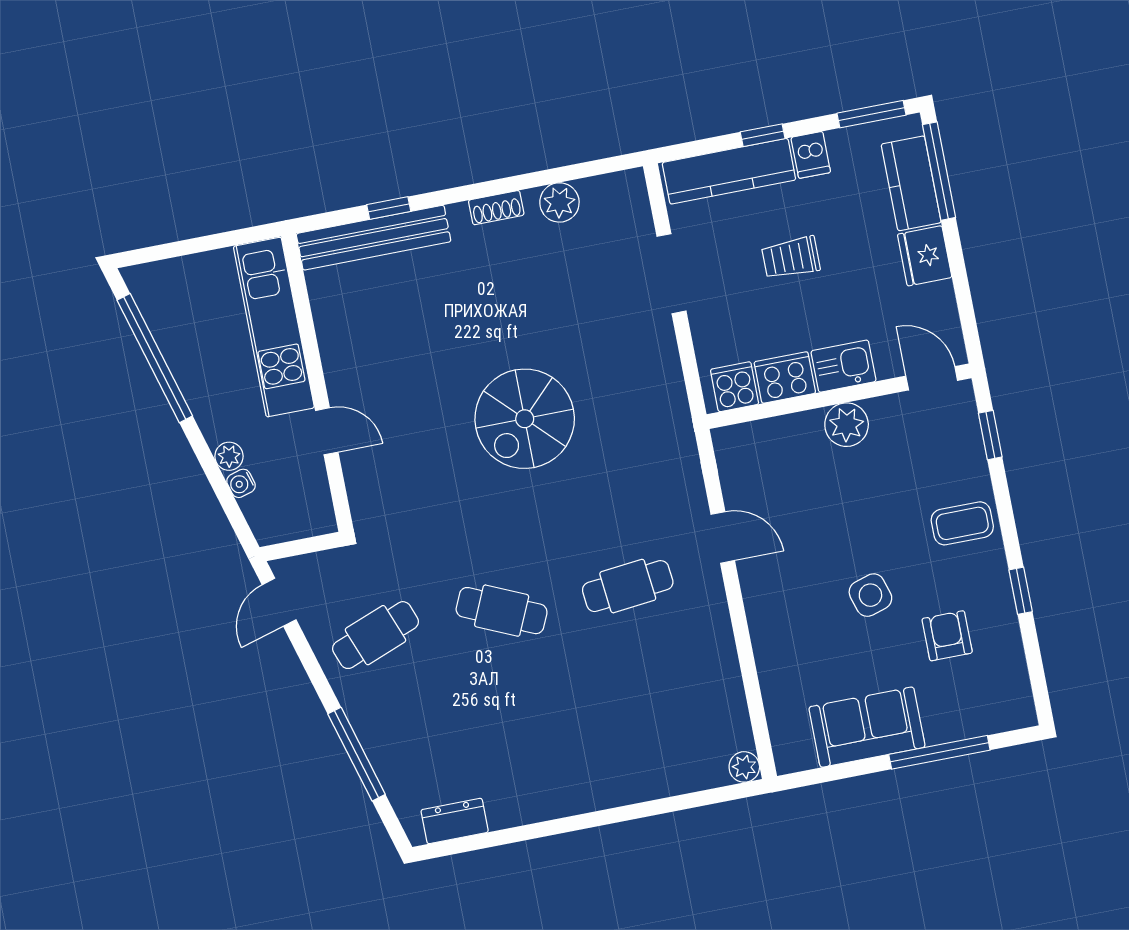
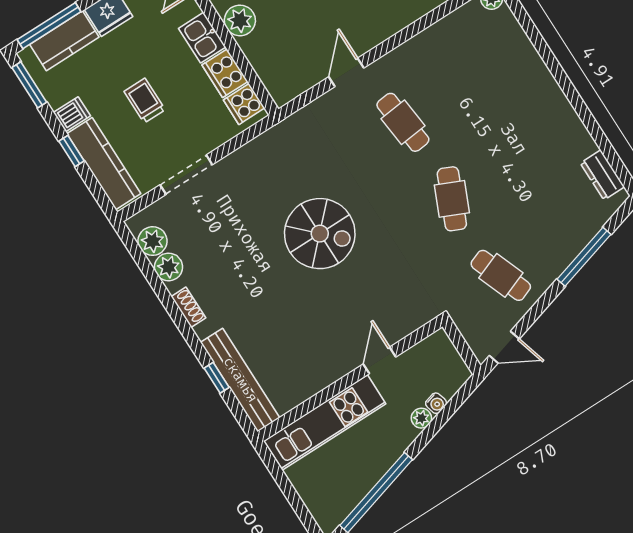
plant: (602, 195) -> (153, 241), added
trolley: (791, 258) -> (145, 101), turned 180

